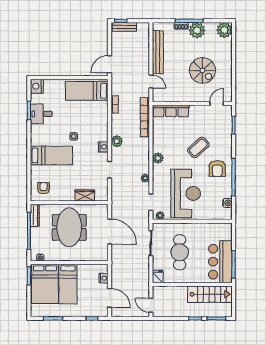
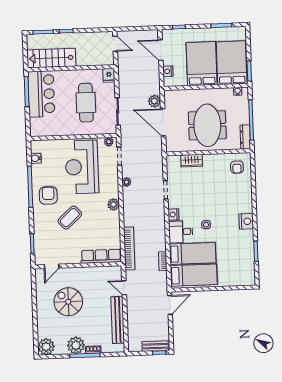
nightstand: (37, 86) -> (246, 221), moved
desk: (41, 114) -> (181, 232), moved, turned 180
plant: (117, 141) -> (154, 101), moved
bed: (51, 156) -> (193, 253), moved, turned 180
bed: (68, 284) -> (202, 64), width x1.50

